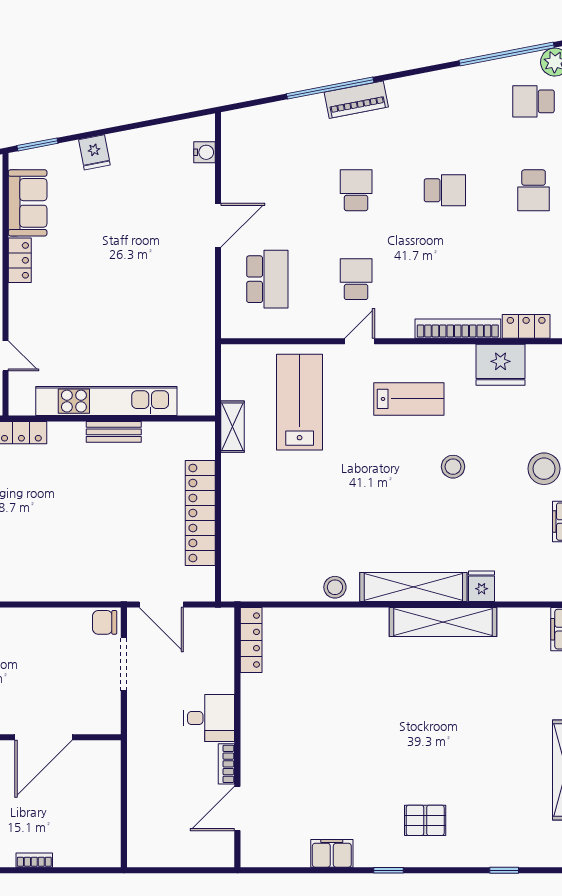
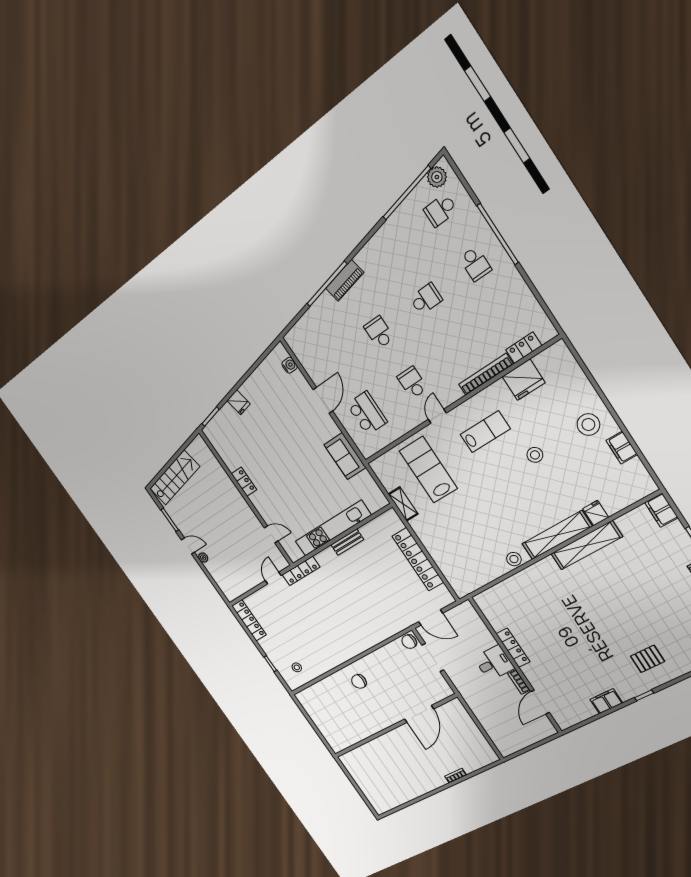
sofa: (28, 203) -> (345, 456), moved, turned 180
locker: (251, 640) -> (513, 648), moved

